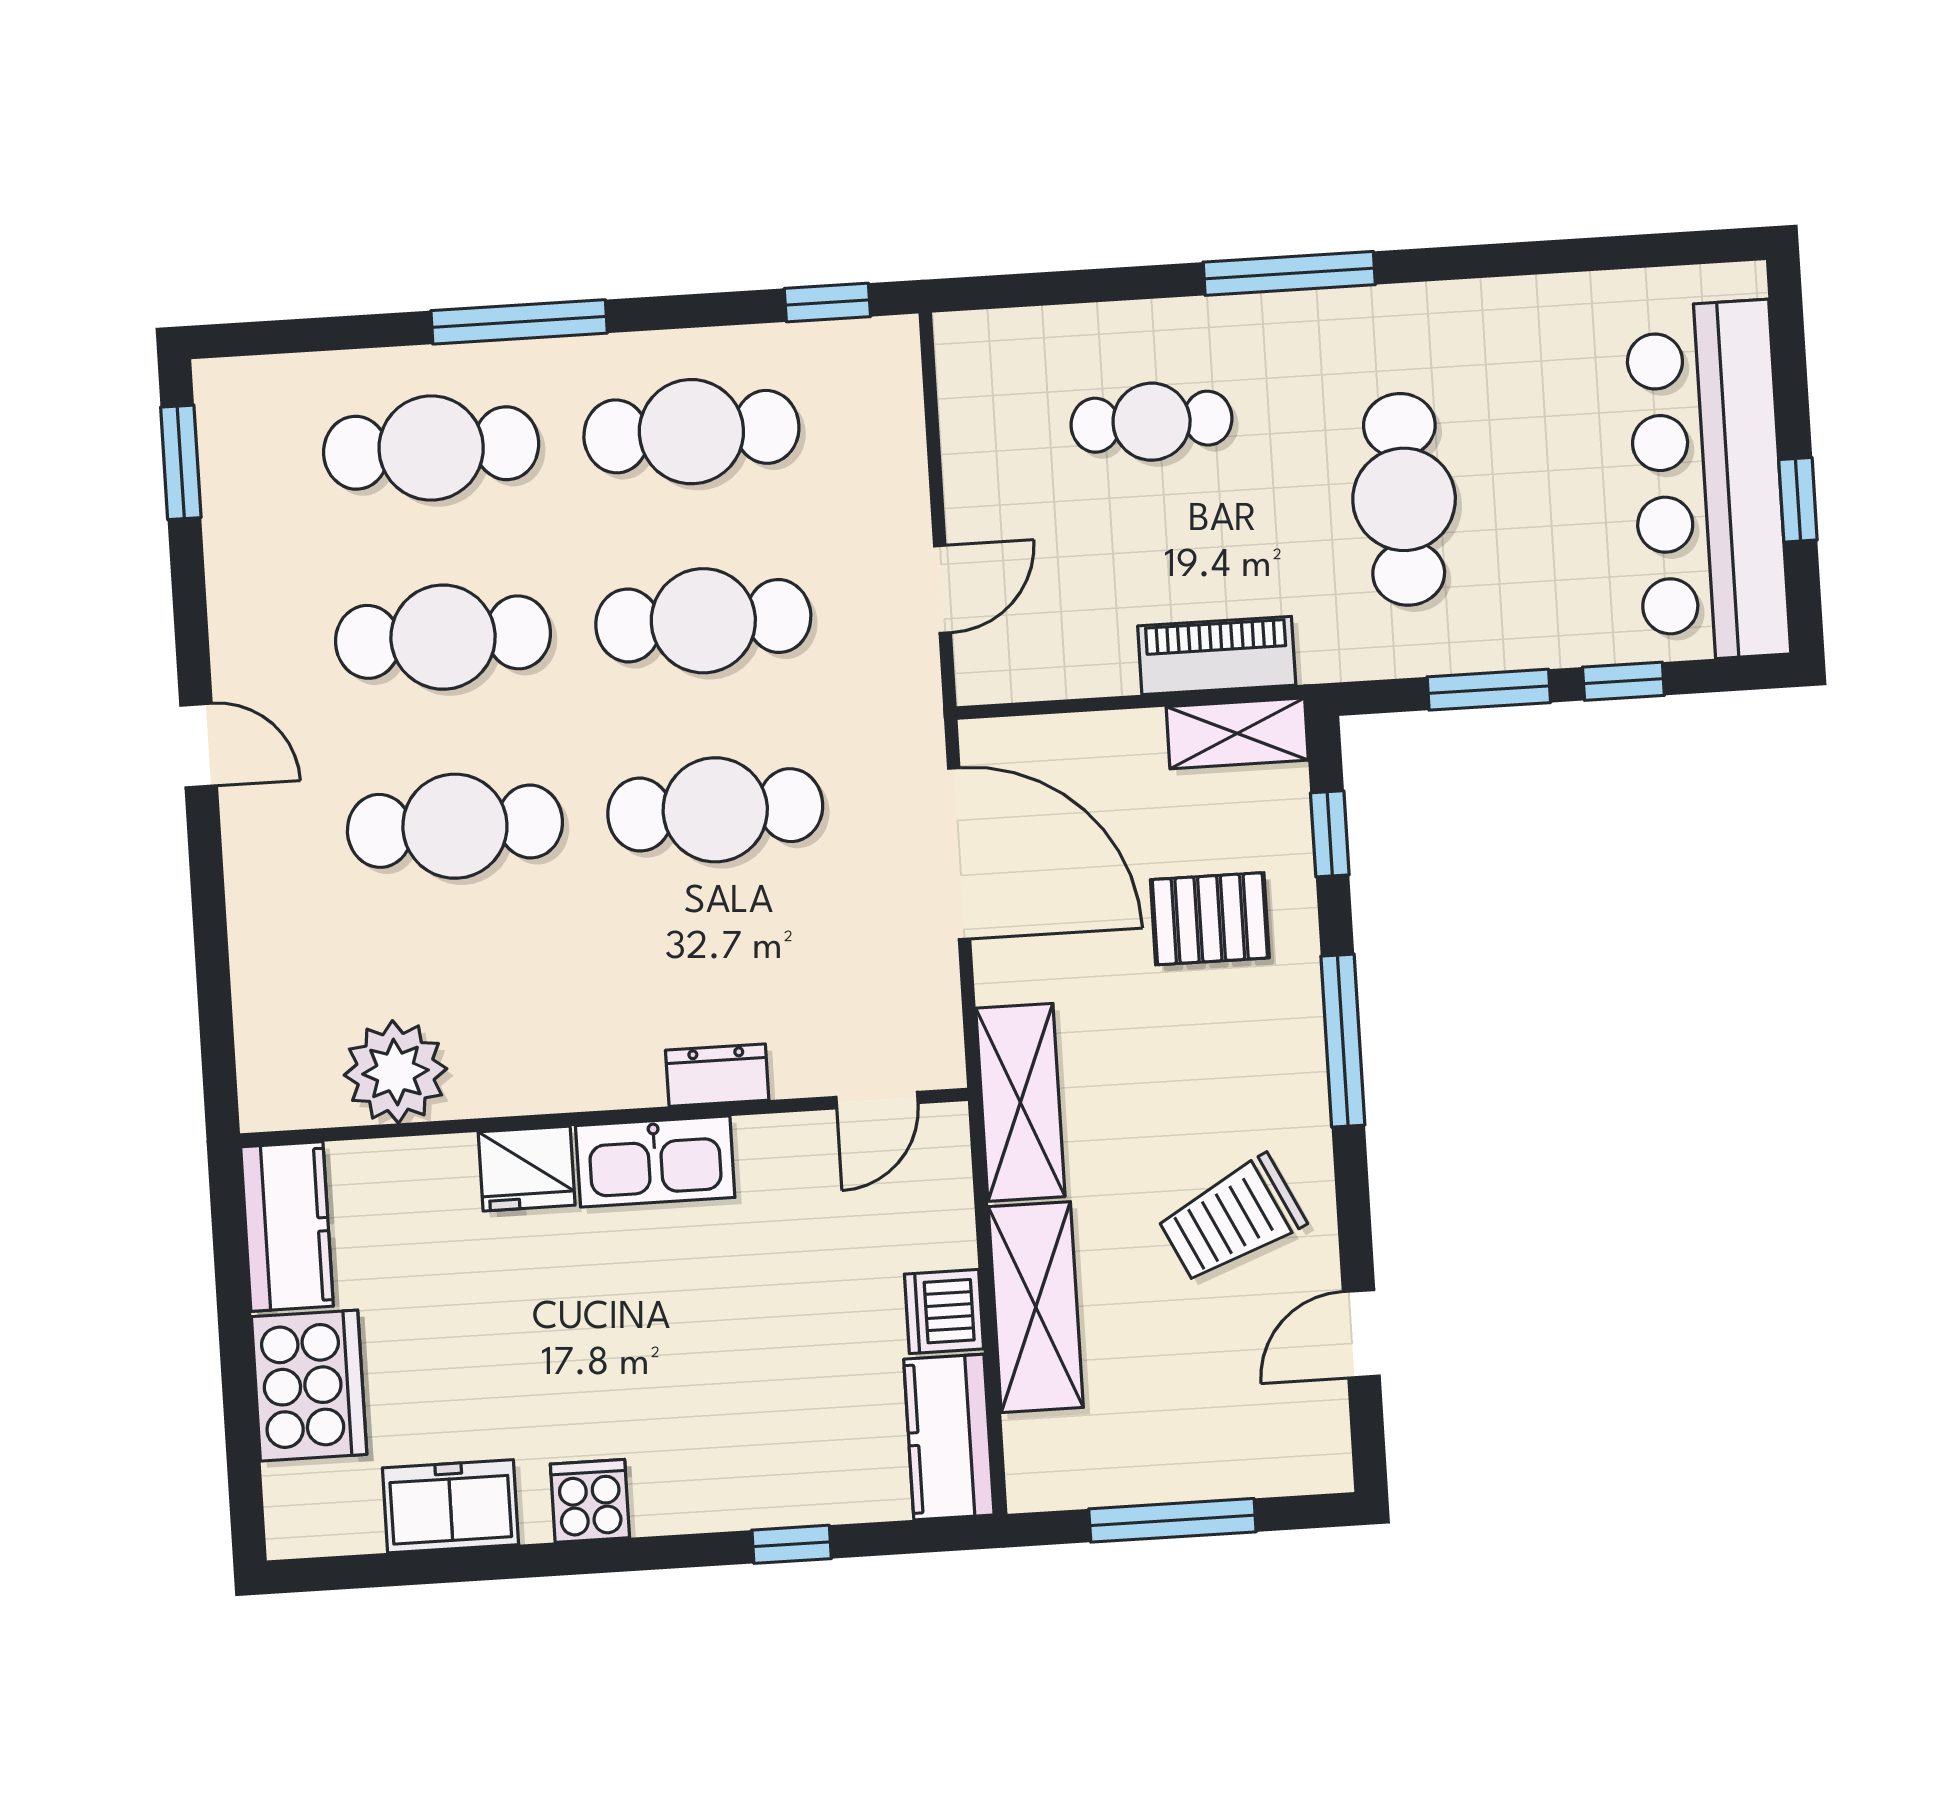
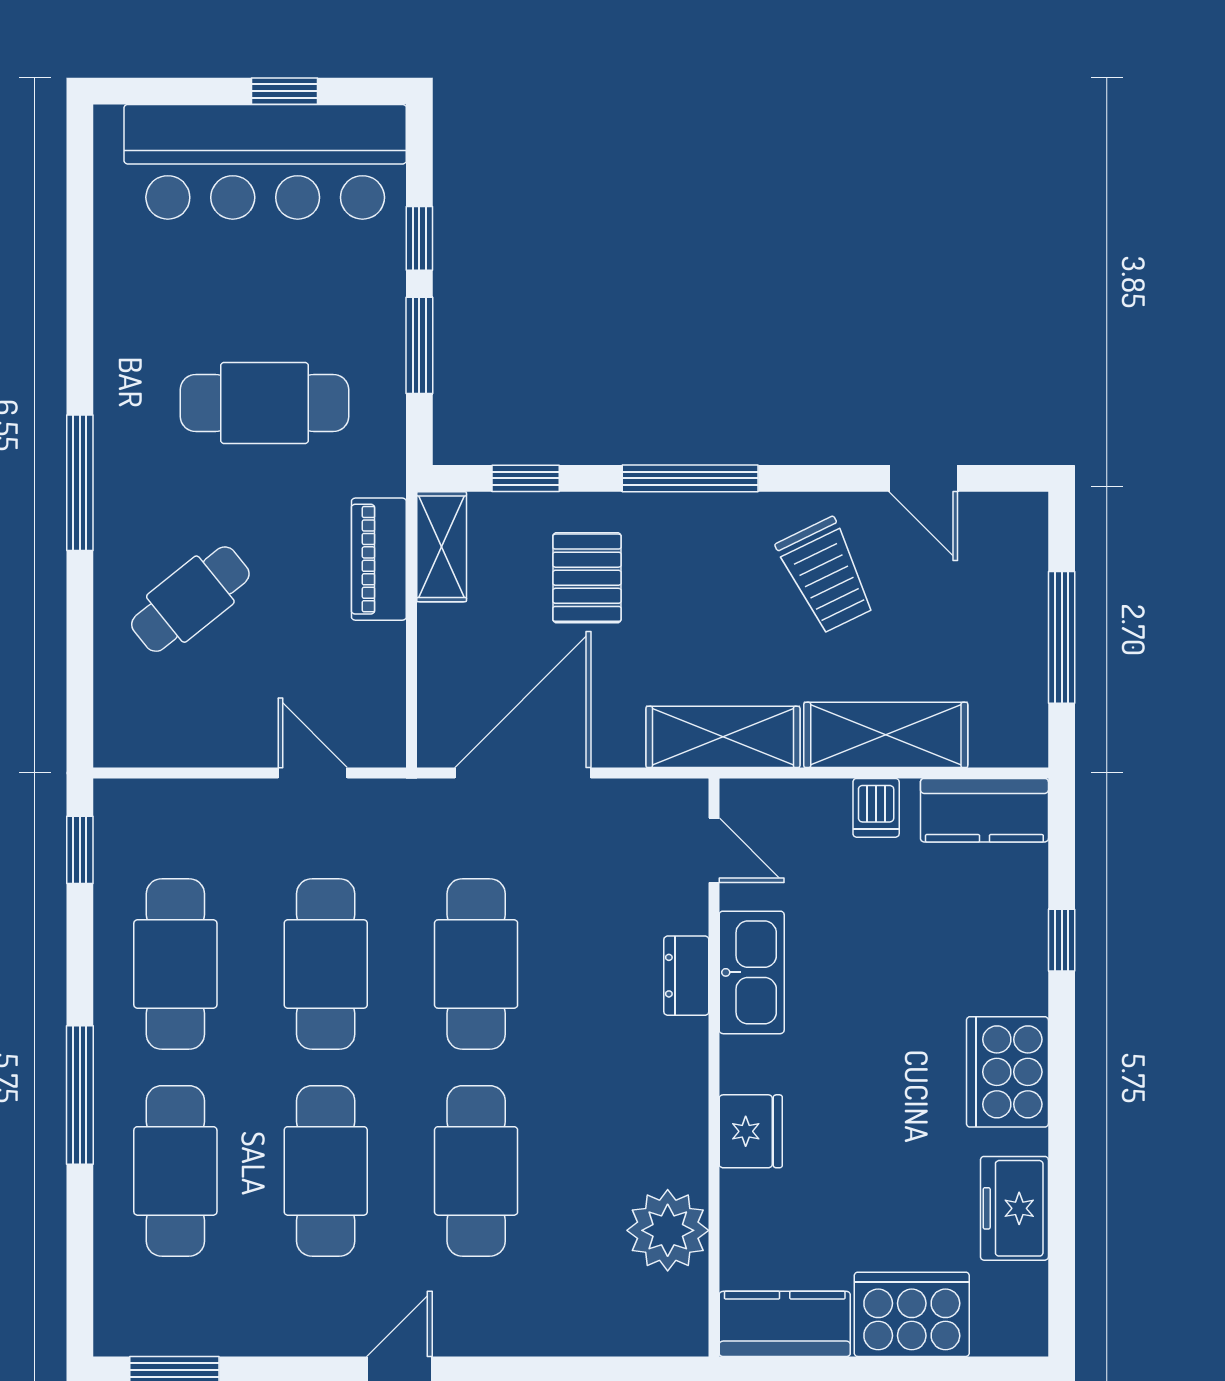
cafe table: (1152, 422) -> (190, 599), turned 51
kitchen sink: (655, 1162) -> (752, 972), moved
dishwasher: (944, 1311) -> (876, 808), width x0.73
cooker: (590, 1501) -> (1007, 1072), width x1.87, depth x1.31

